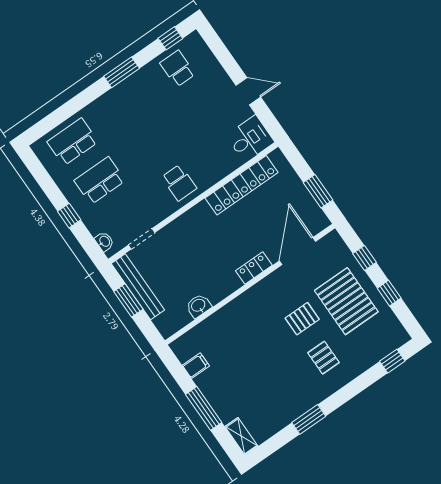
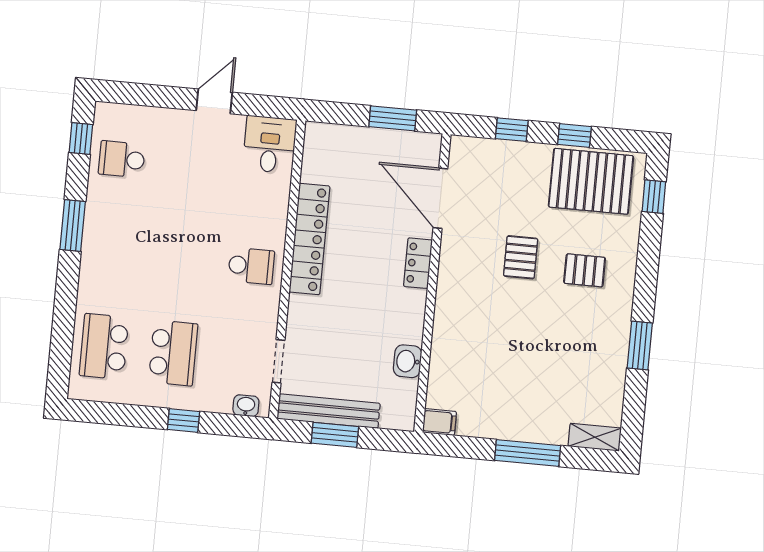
school desk: (100, 181) -> (173, 353), turned 180
locker: (242, 185) -> (309, 239), moved
pallet: (346, 301) -> (591, 181), moved
filing cabinet: (196, 366) -> (439, 422), moved, turned 90

